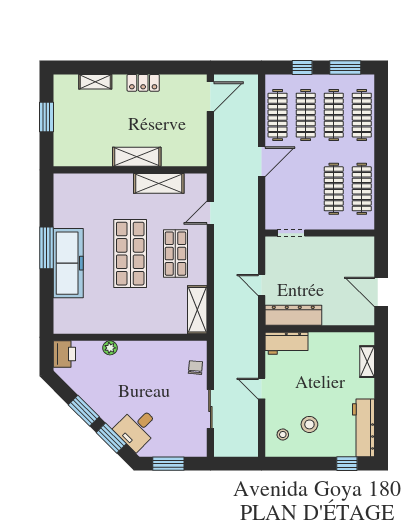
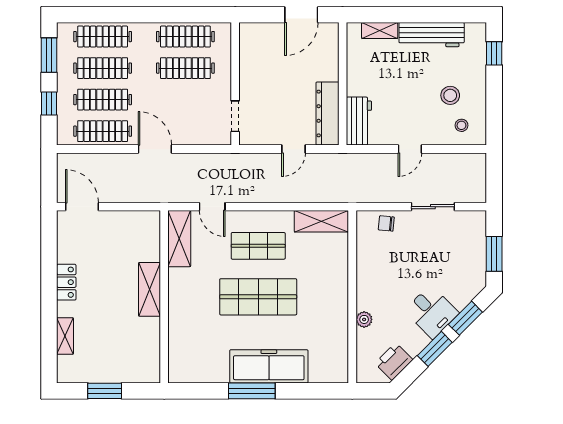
shelving: (159, 183) -> (179, 239), moved
printer: (64, 354) -> (394, 361), moved, turned -45
desk: (137, 428) -> (432, 312), moved
workbench: (363, 428) -> (432, 35), moved

